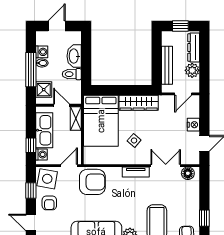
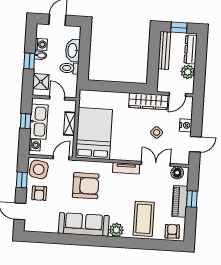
bench: (167, 65) -> (164, 50), moved
window: (31, 70) -> (29, 61), width x0.46
wardrobe: (139, 103) -> (148, 101), moved
shelving: (76, 118) -> (70, 124), moved
bed: (101, 121) -> (94, 134), moved, turned 180
side table: (134, 140) -> (157, 132), moved
window: (31, 145) -> (26, 121), moved
armchair: (92, 182) -> (86, 186), moved
piano: (192, 202) -> (180, 201), added
window: (204, 218) -> (192, 199), moved

